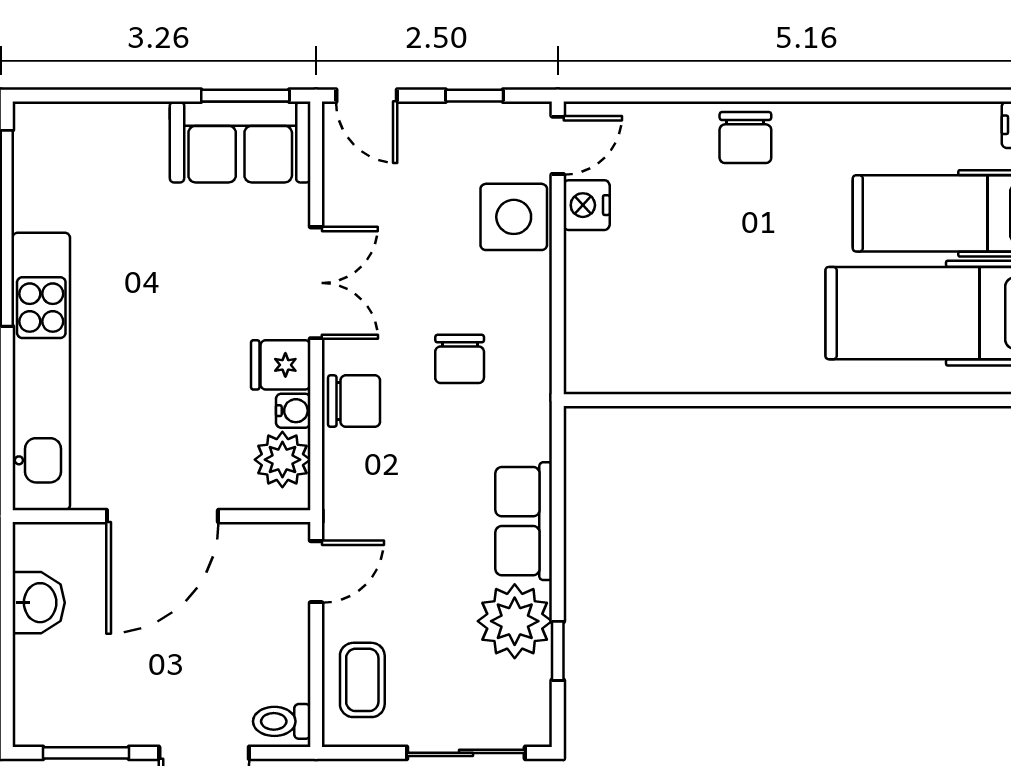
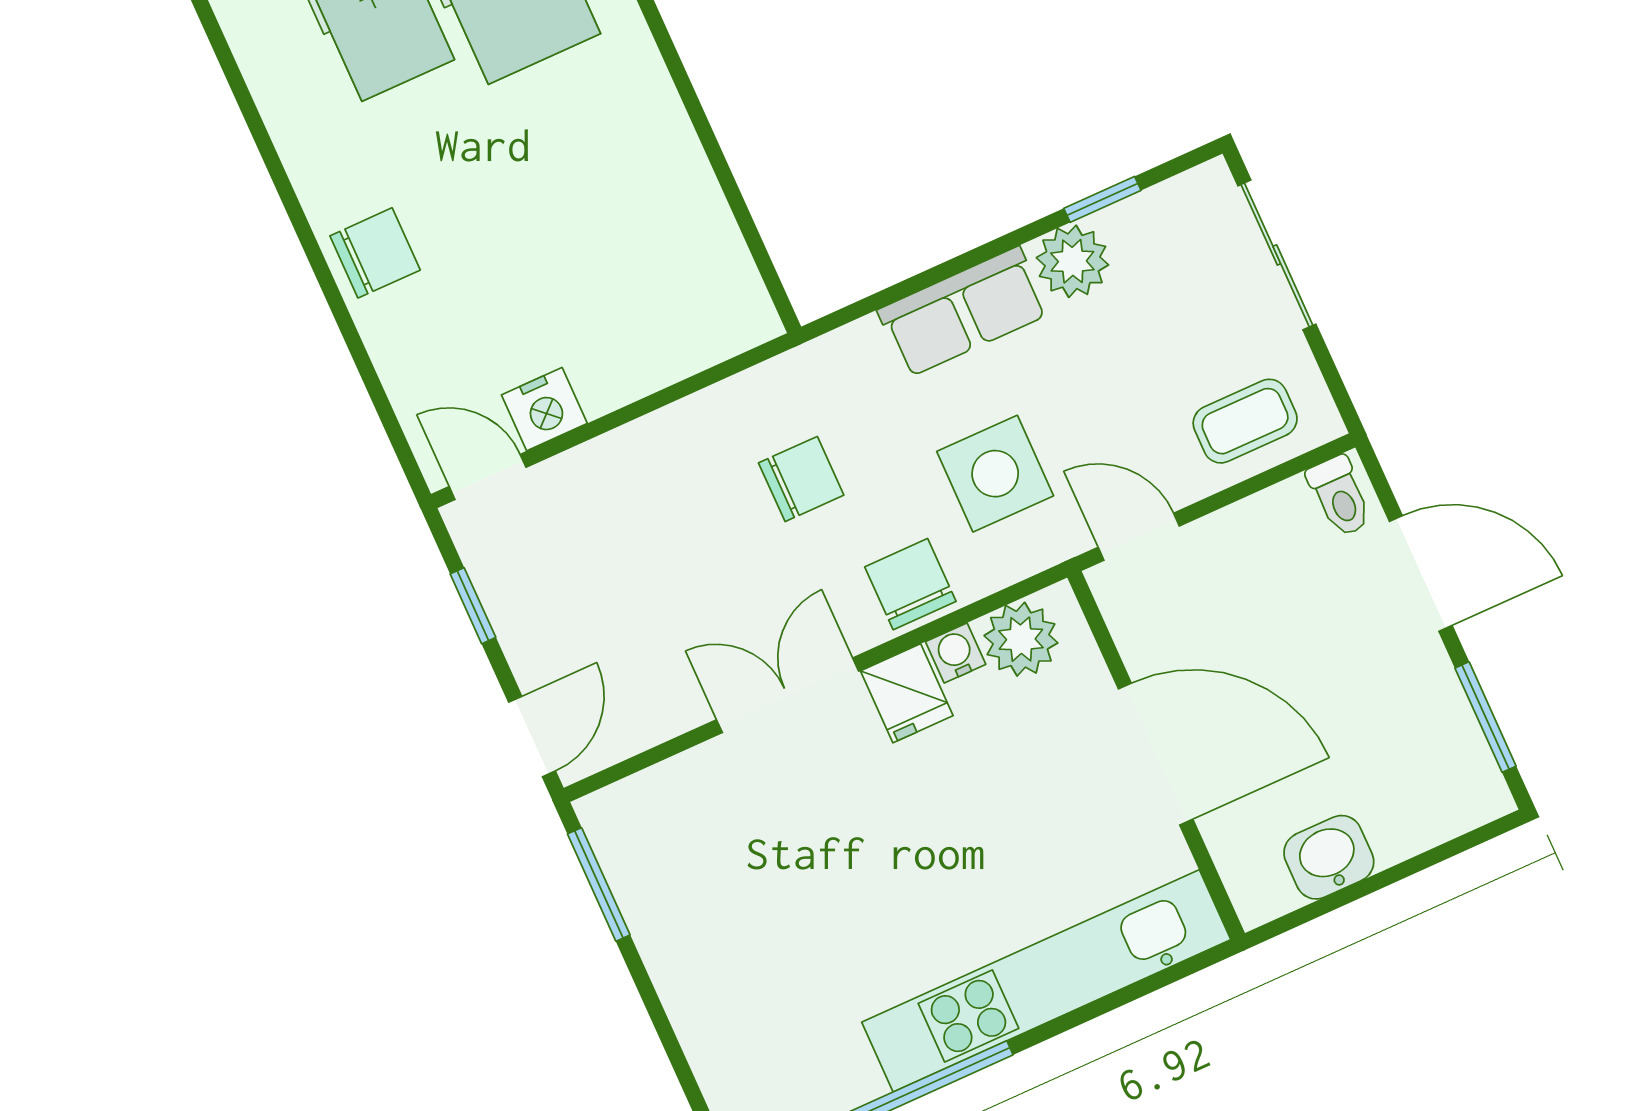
sofa: (240, 142) -> (658, 865), removed
side table: (514, 217) -> (995, 474), moved
plant: (515, 621) -> (1072, 261), width x0.73, depth x0.73

